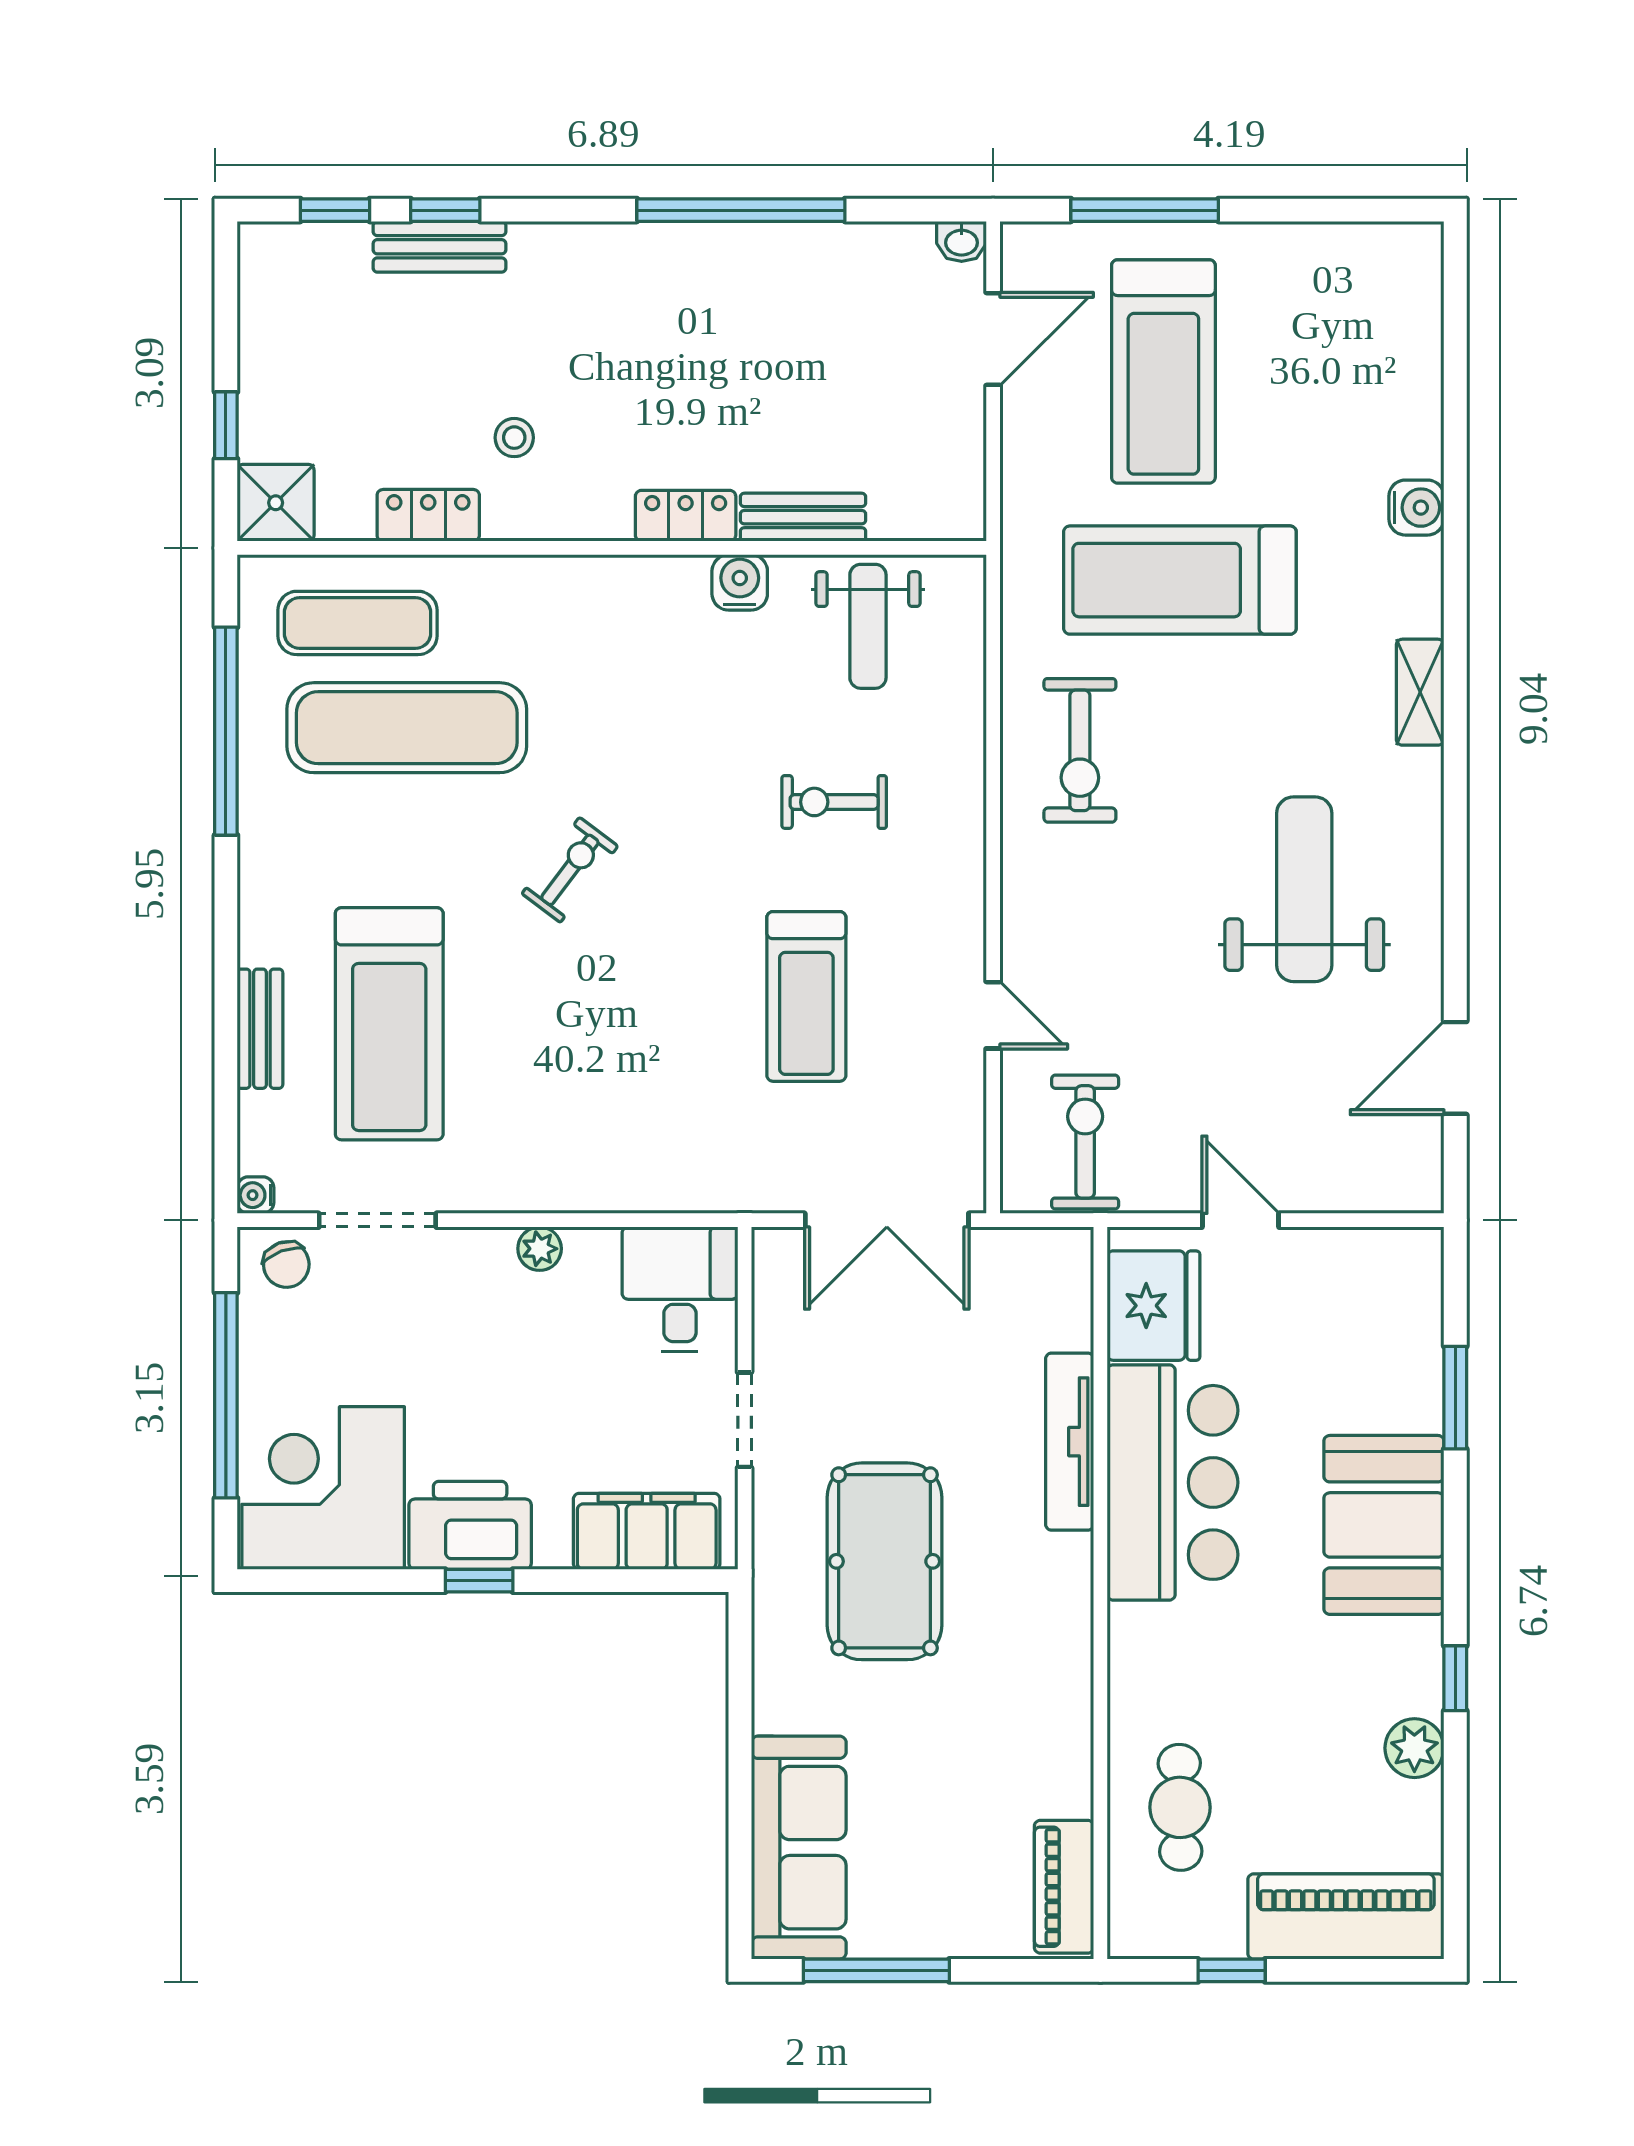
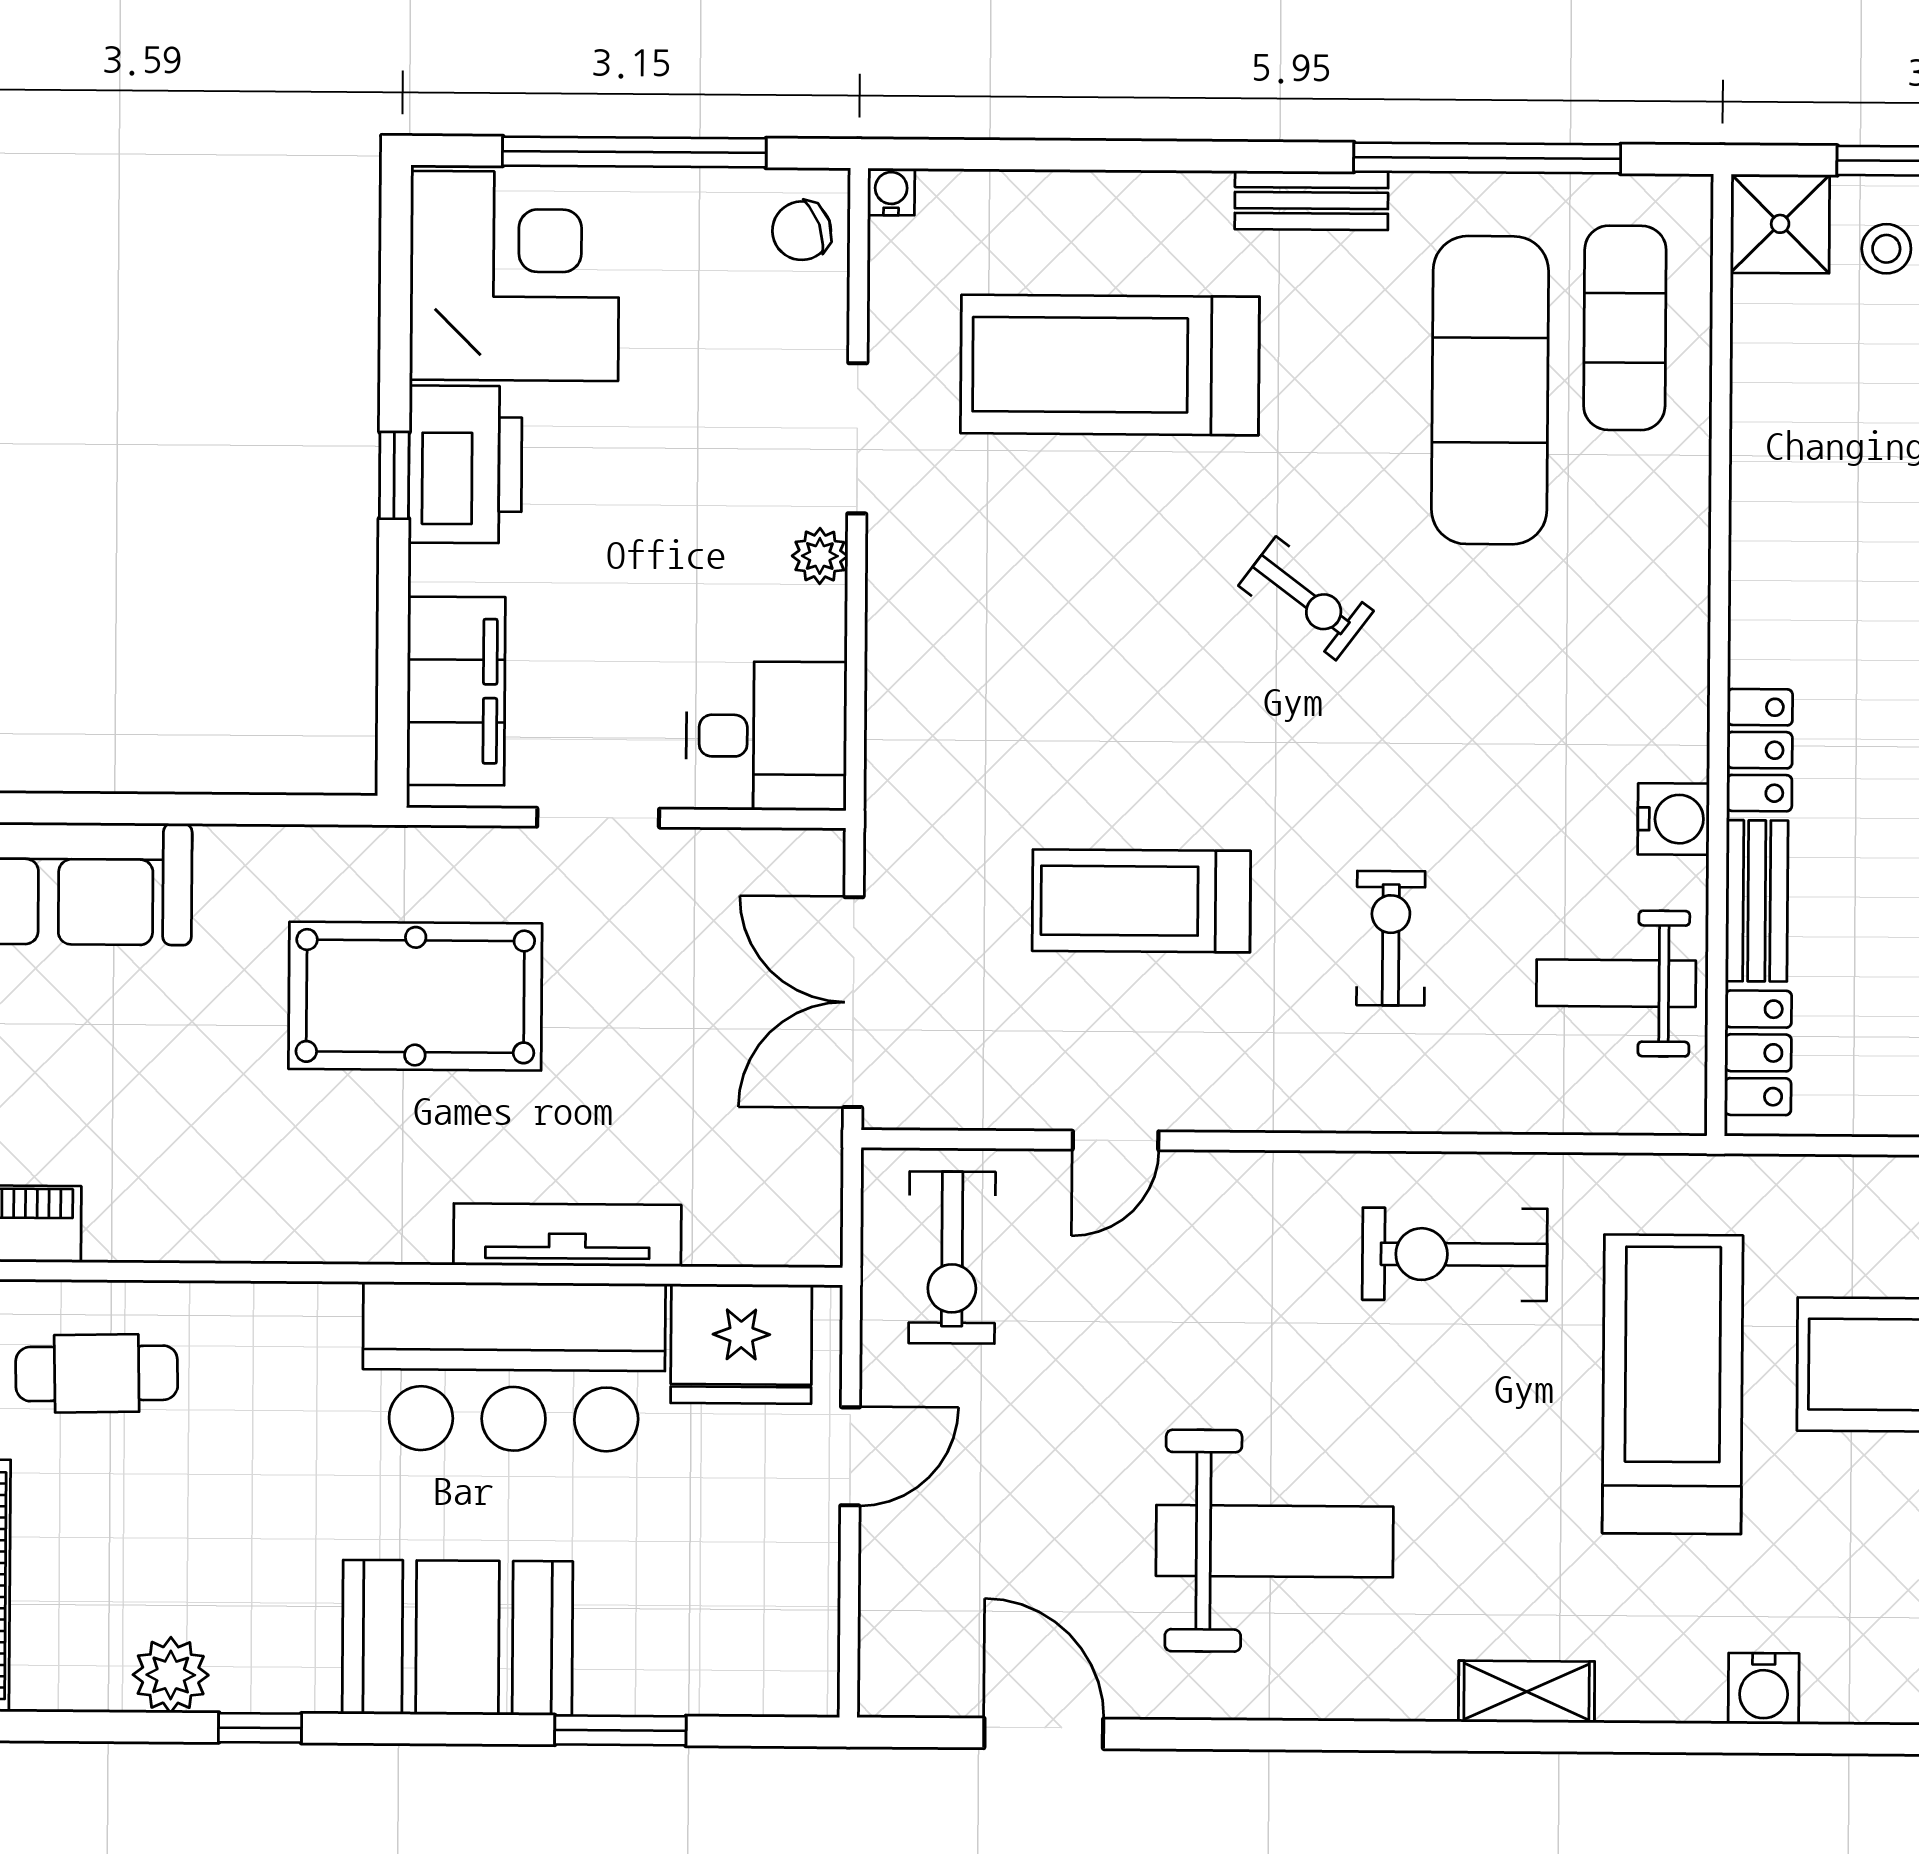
stool: (514, 438) -> (1886, 249), moved
locker: (428, 515) -> (1758, 1053), moved
bench: (260, 1029) -> (1311, 200), moved
exercise bike: (1085, 1142) -> (952, 1257), turned 90
doorway: (377, 1220) -> (857, 438), moved

